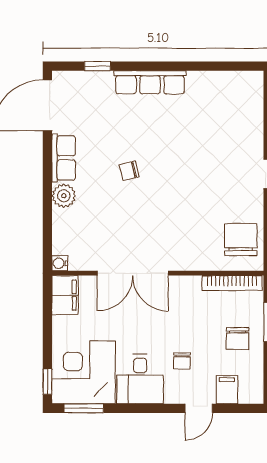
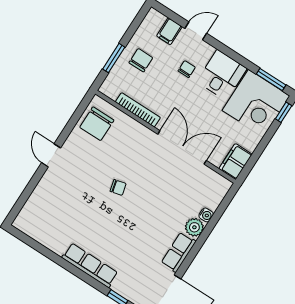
chair: (129, 171) -> (118, 187), moved
water cooler: (60, 263) -> (206, 215), moved
bookcase: (232, 283) -> (138, 110), moved

